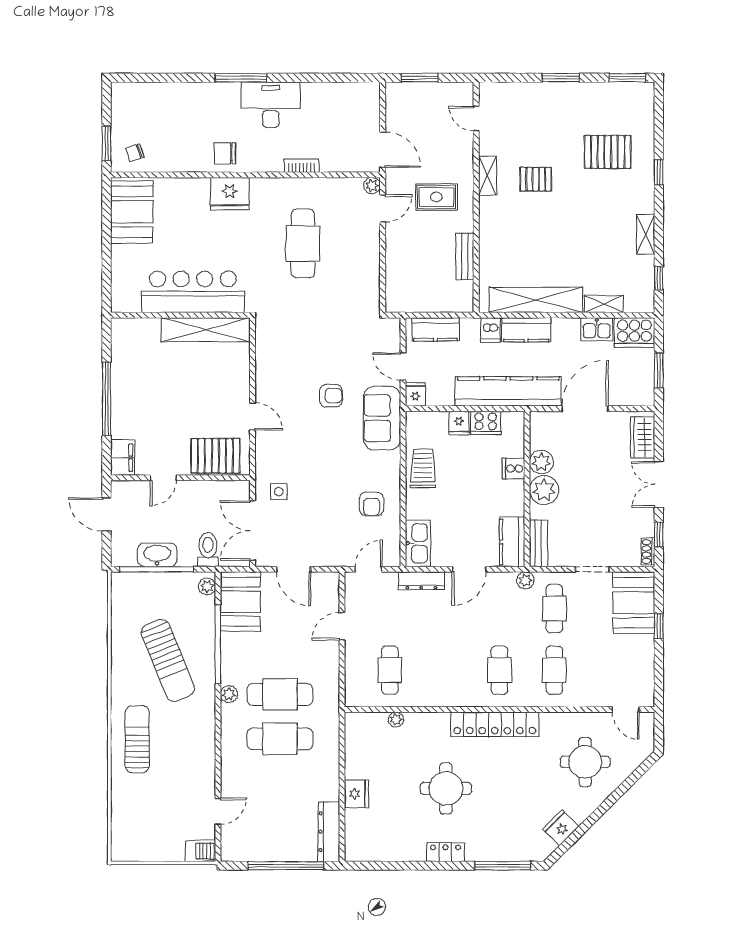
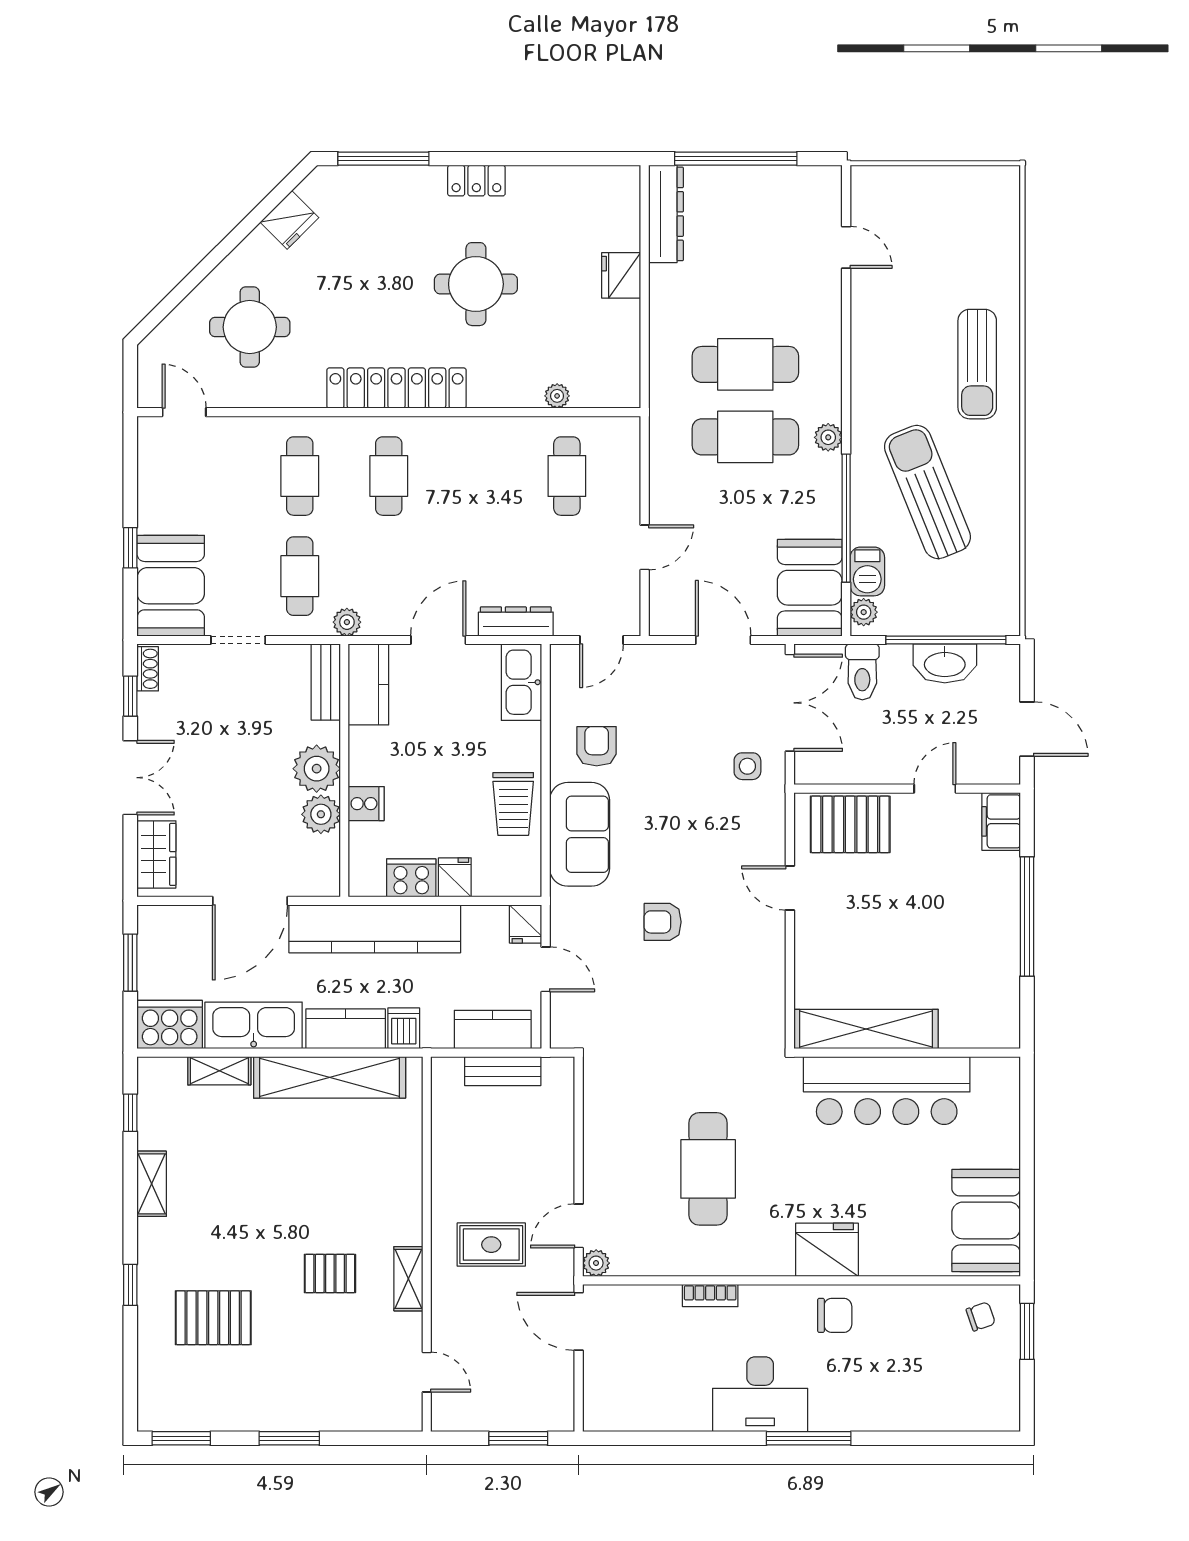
bench: (465, 256) -> (503, 1071), moved, turned 90
kitchen sink: (597, 329) -> (254, 1025), width x1.88, depth x1.24
sofa: (382, 418) -> (580, 834), moved
door: (218, 811) -> (846, 247), swing flipped
barbecue: (200, 851) -> (867, 571), moved, turned -90

